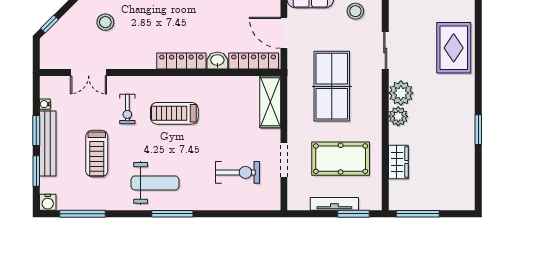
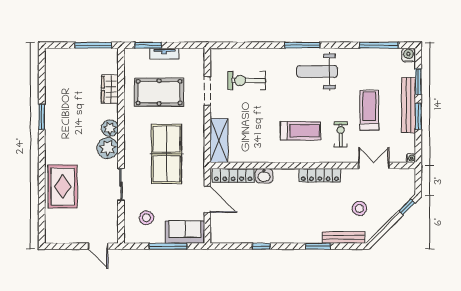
locker: (181, 61) -> (320, 175), moved
water cooler: (45, 104) -> (411, 158), moved
treadmill: (97, 153) -> (369, 110), moved
tv unit: (334, 204) -> (164, 54), width x0.71

